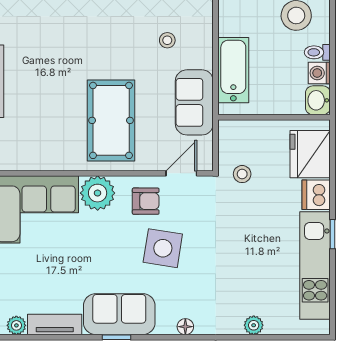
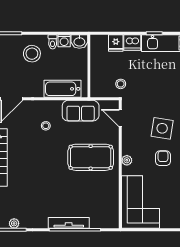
fridge: (310, 154) -> (116, 43), width x0.53, depth x0.75
plant: (98, 193) -> (127, 160), width x0.53, depth x0.53
armchair: (146, 201) -> (163, 158), moved

